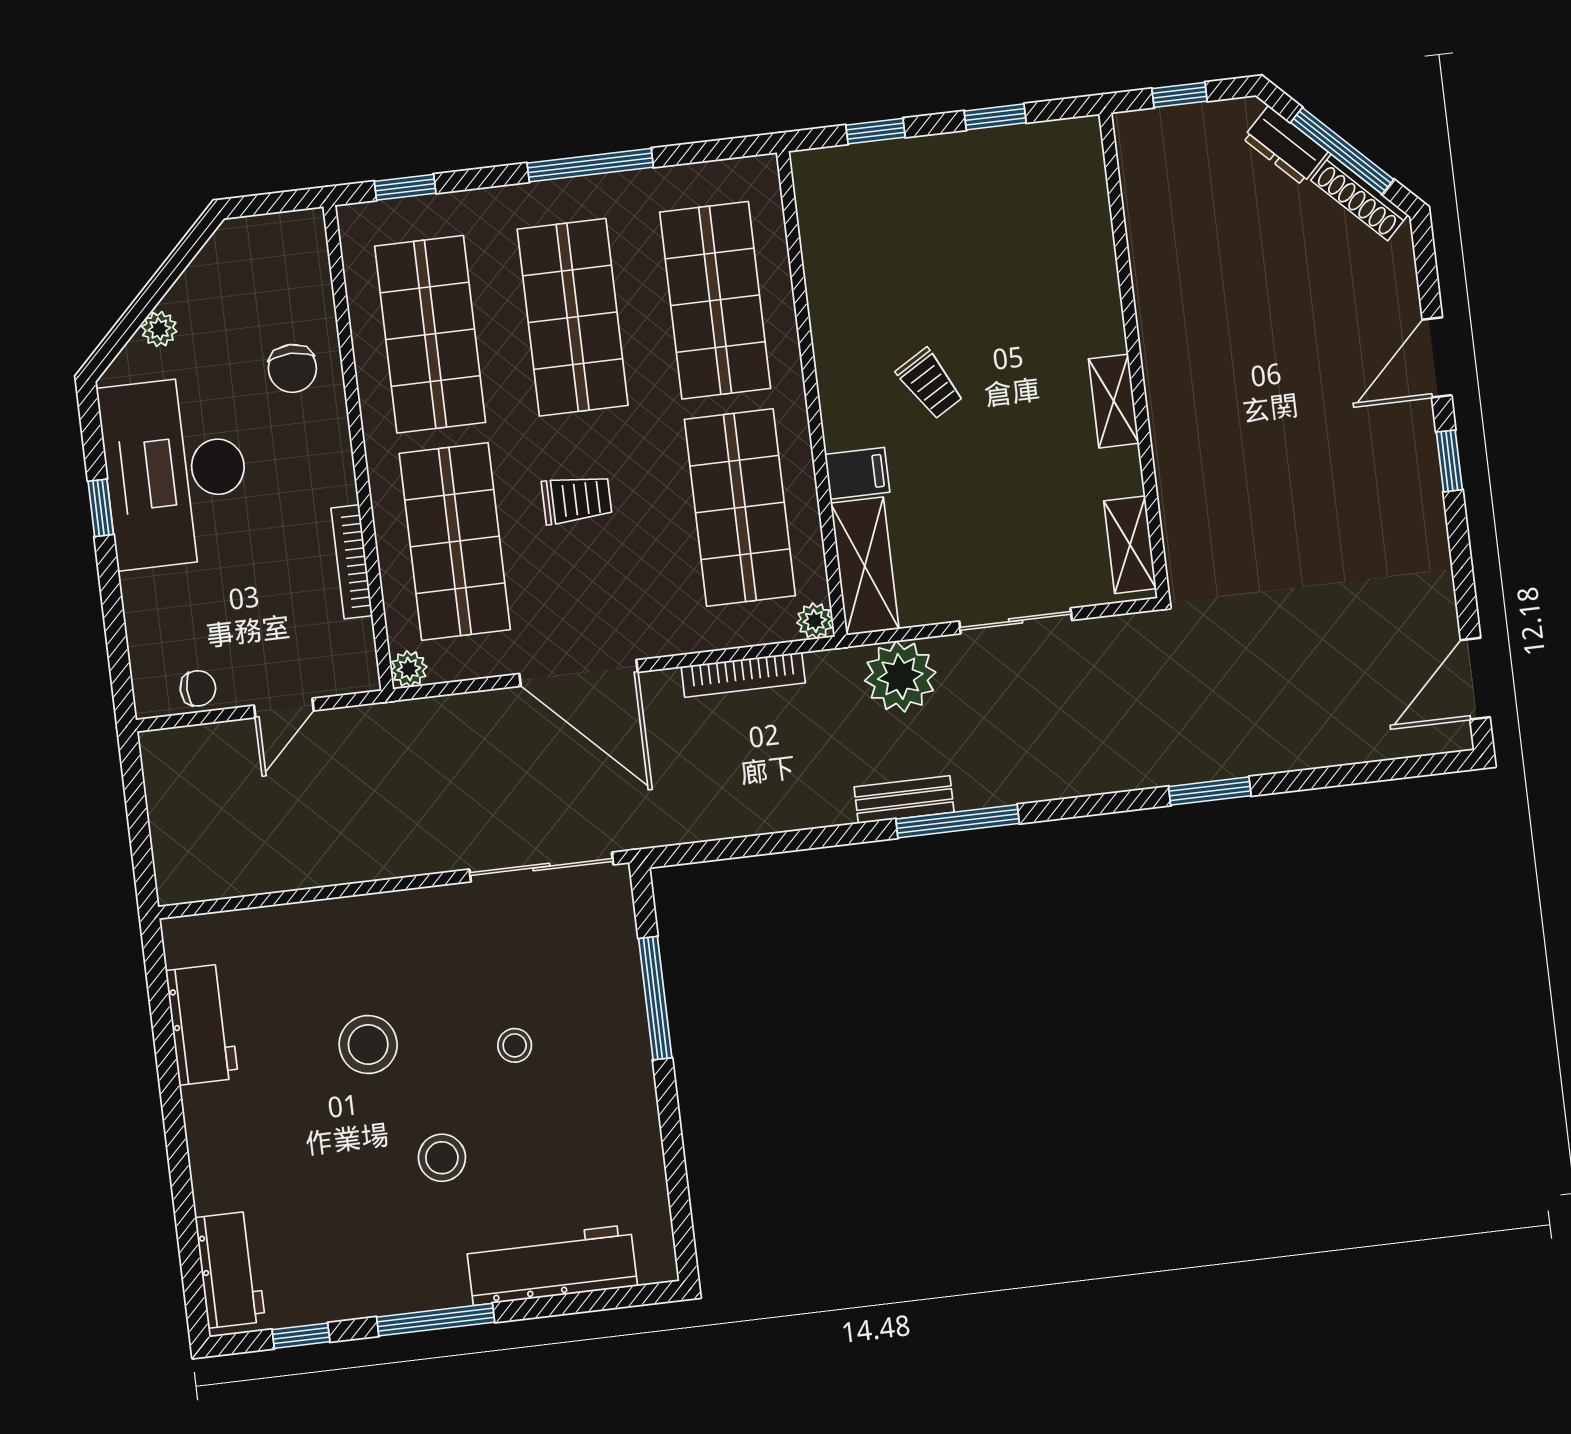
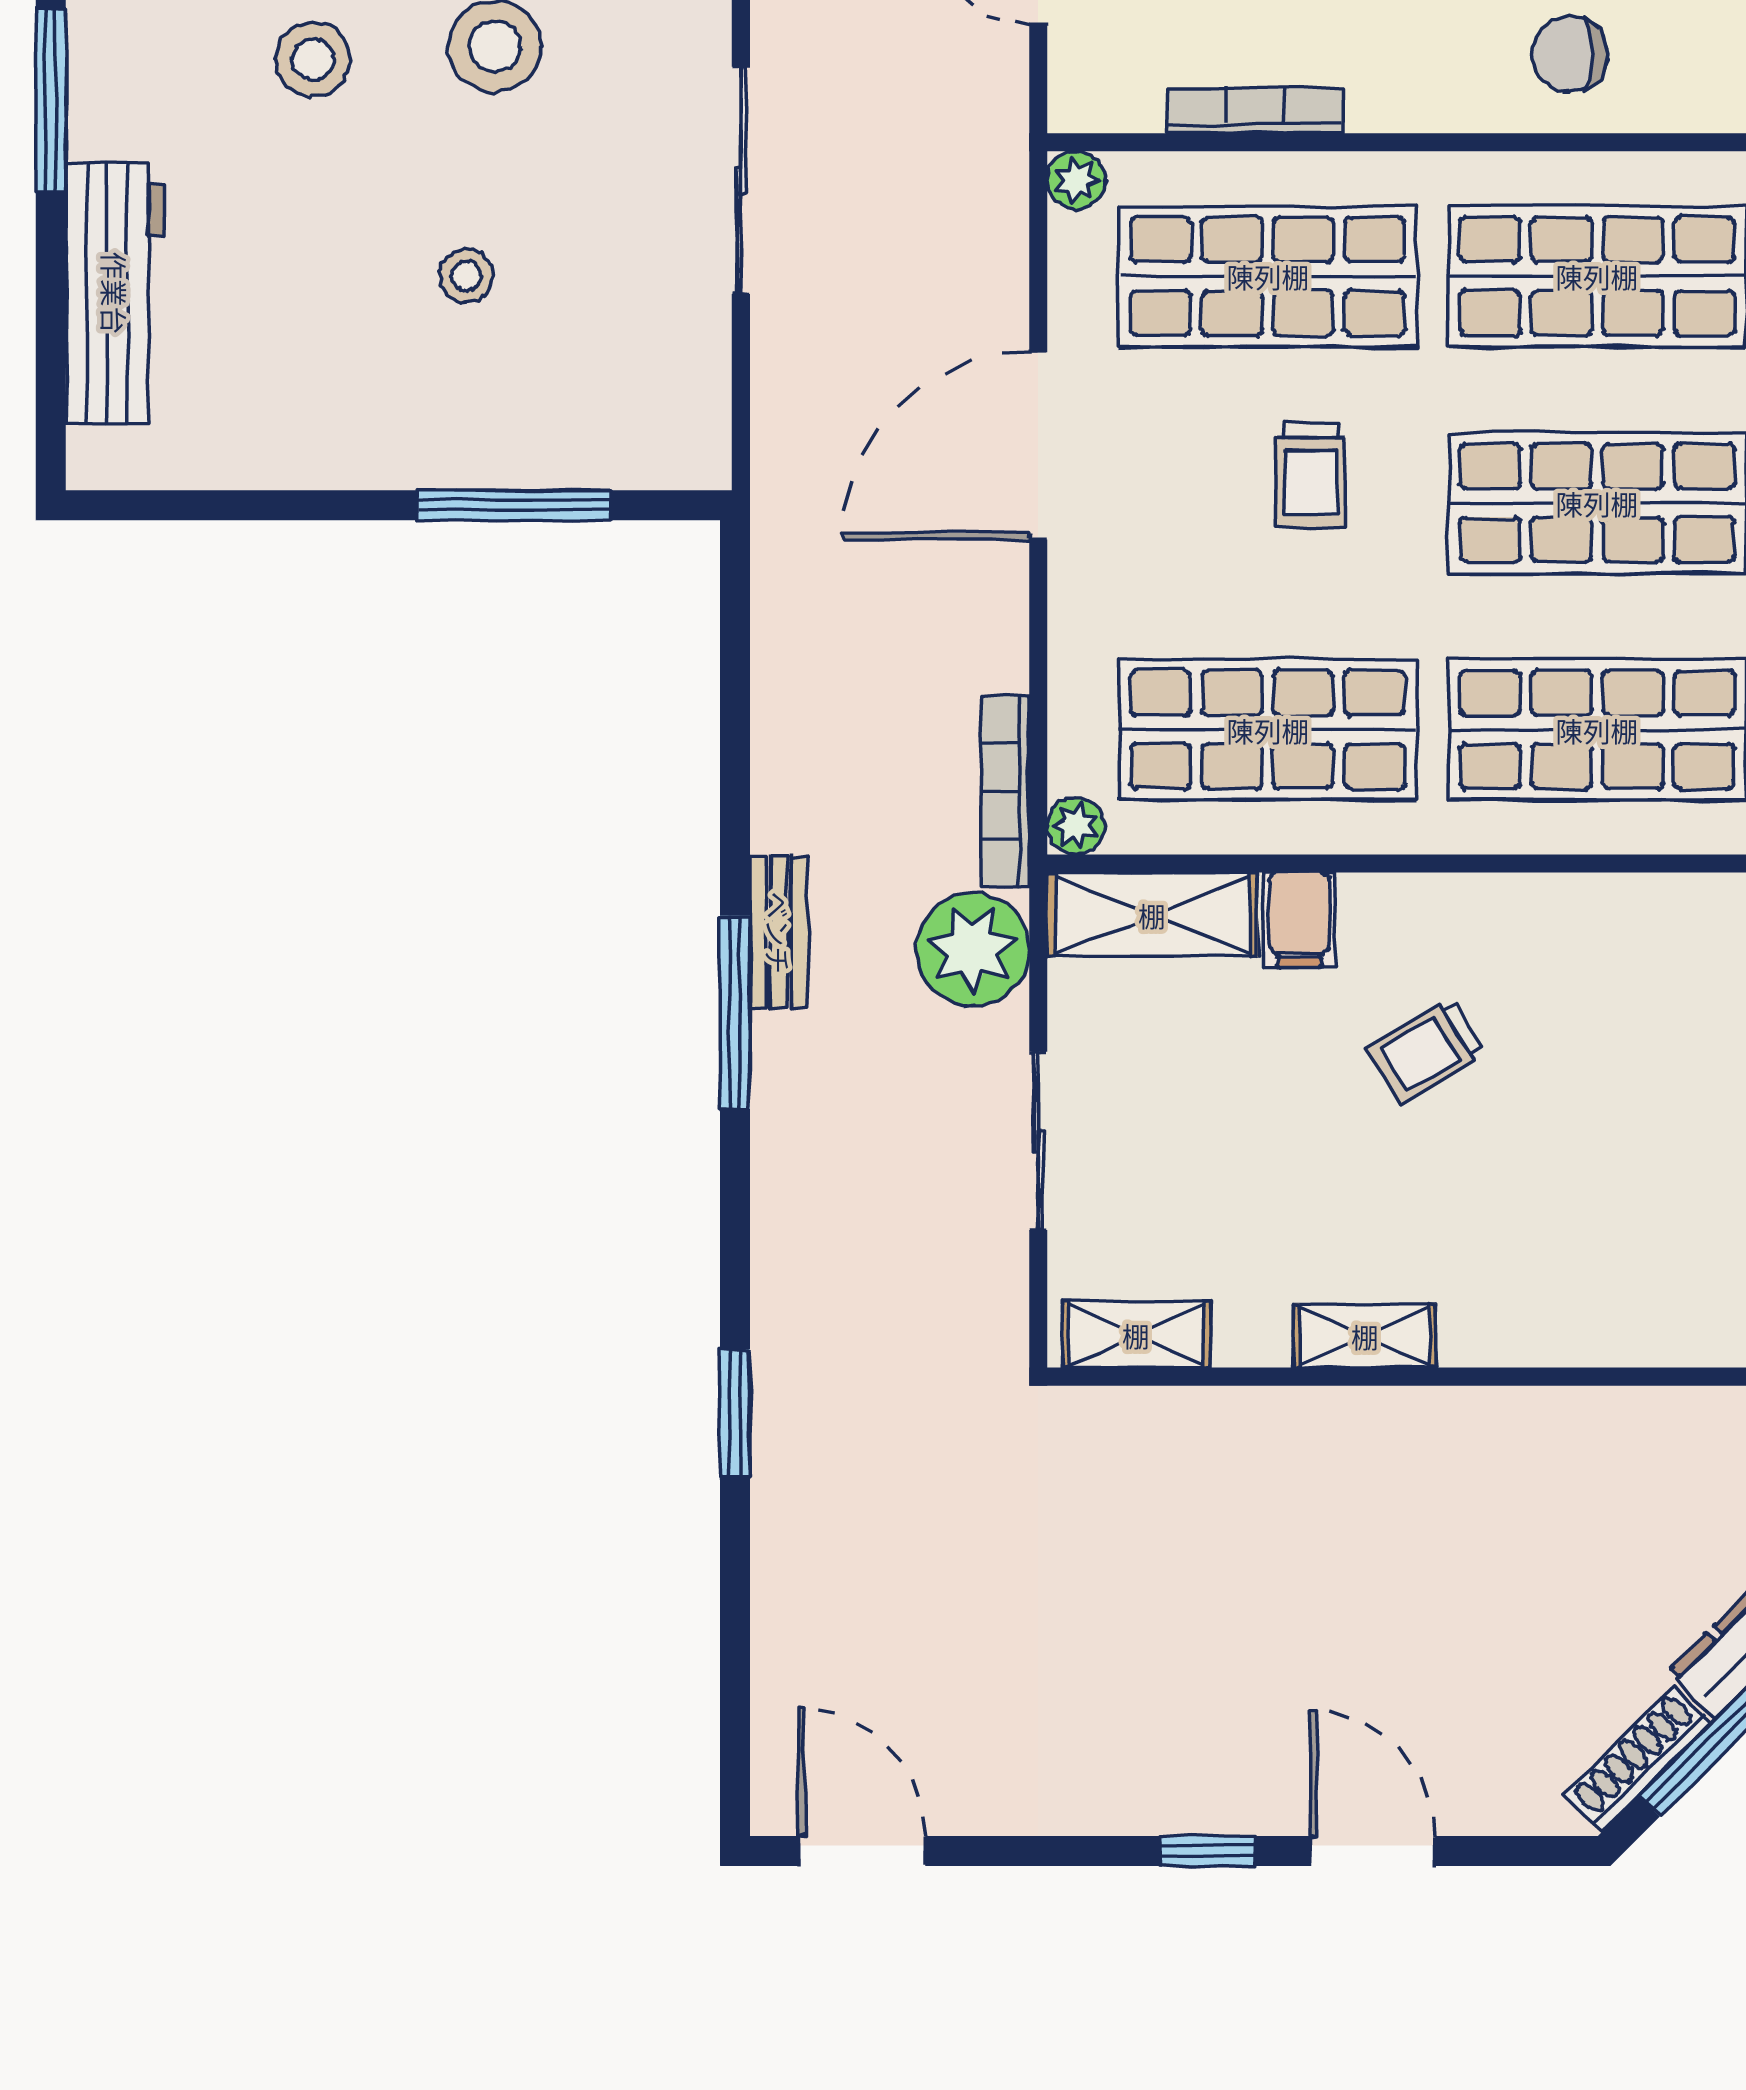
bookcase: (743, 675) -> (1005, 791), moved
sliding door: (541, 867) -> (741, 180), moved
stool: (442, 1158) -> (313, 59), moved

